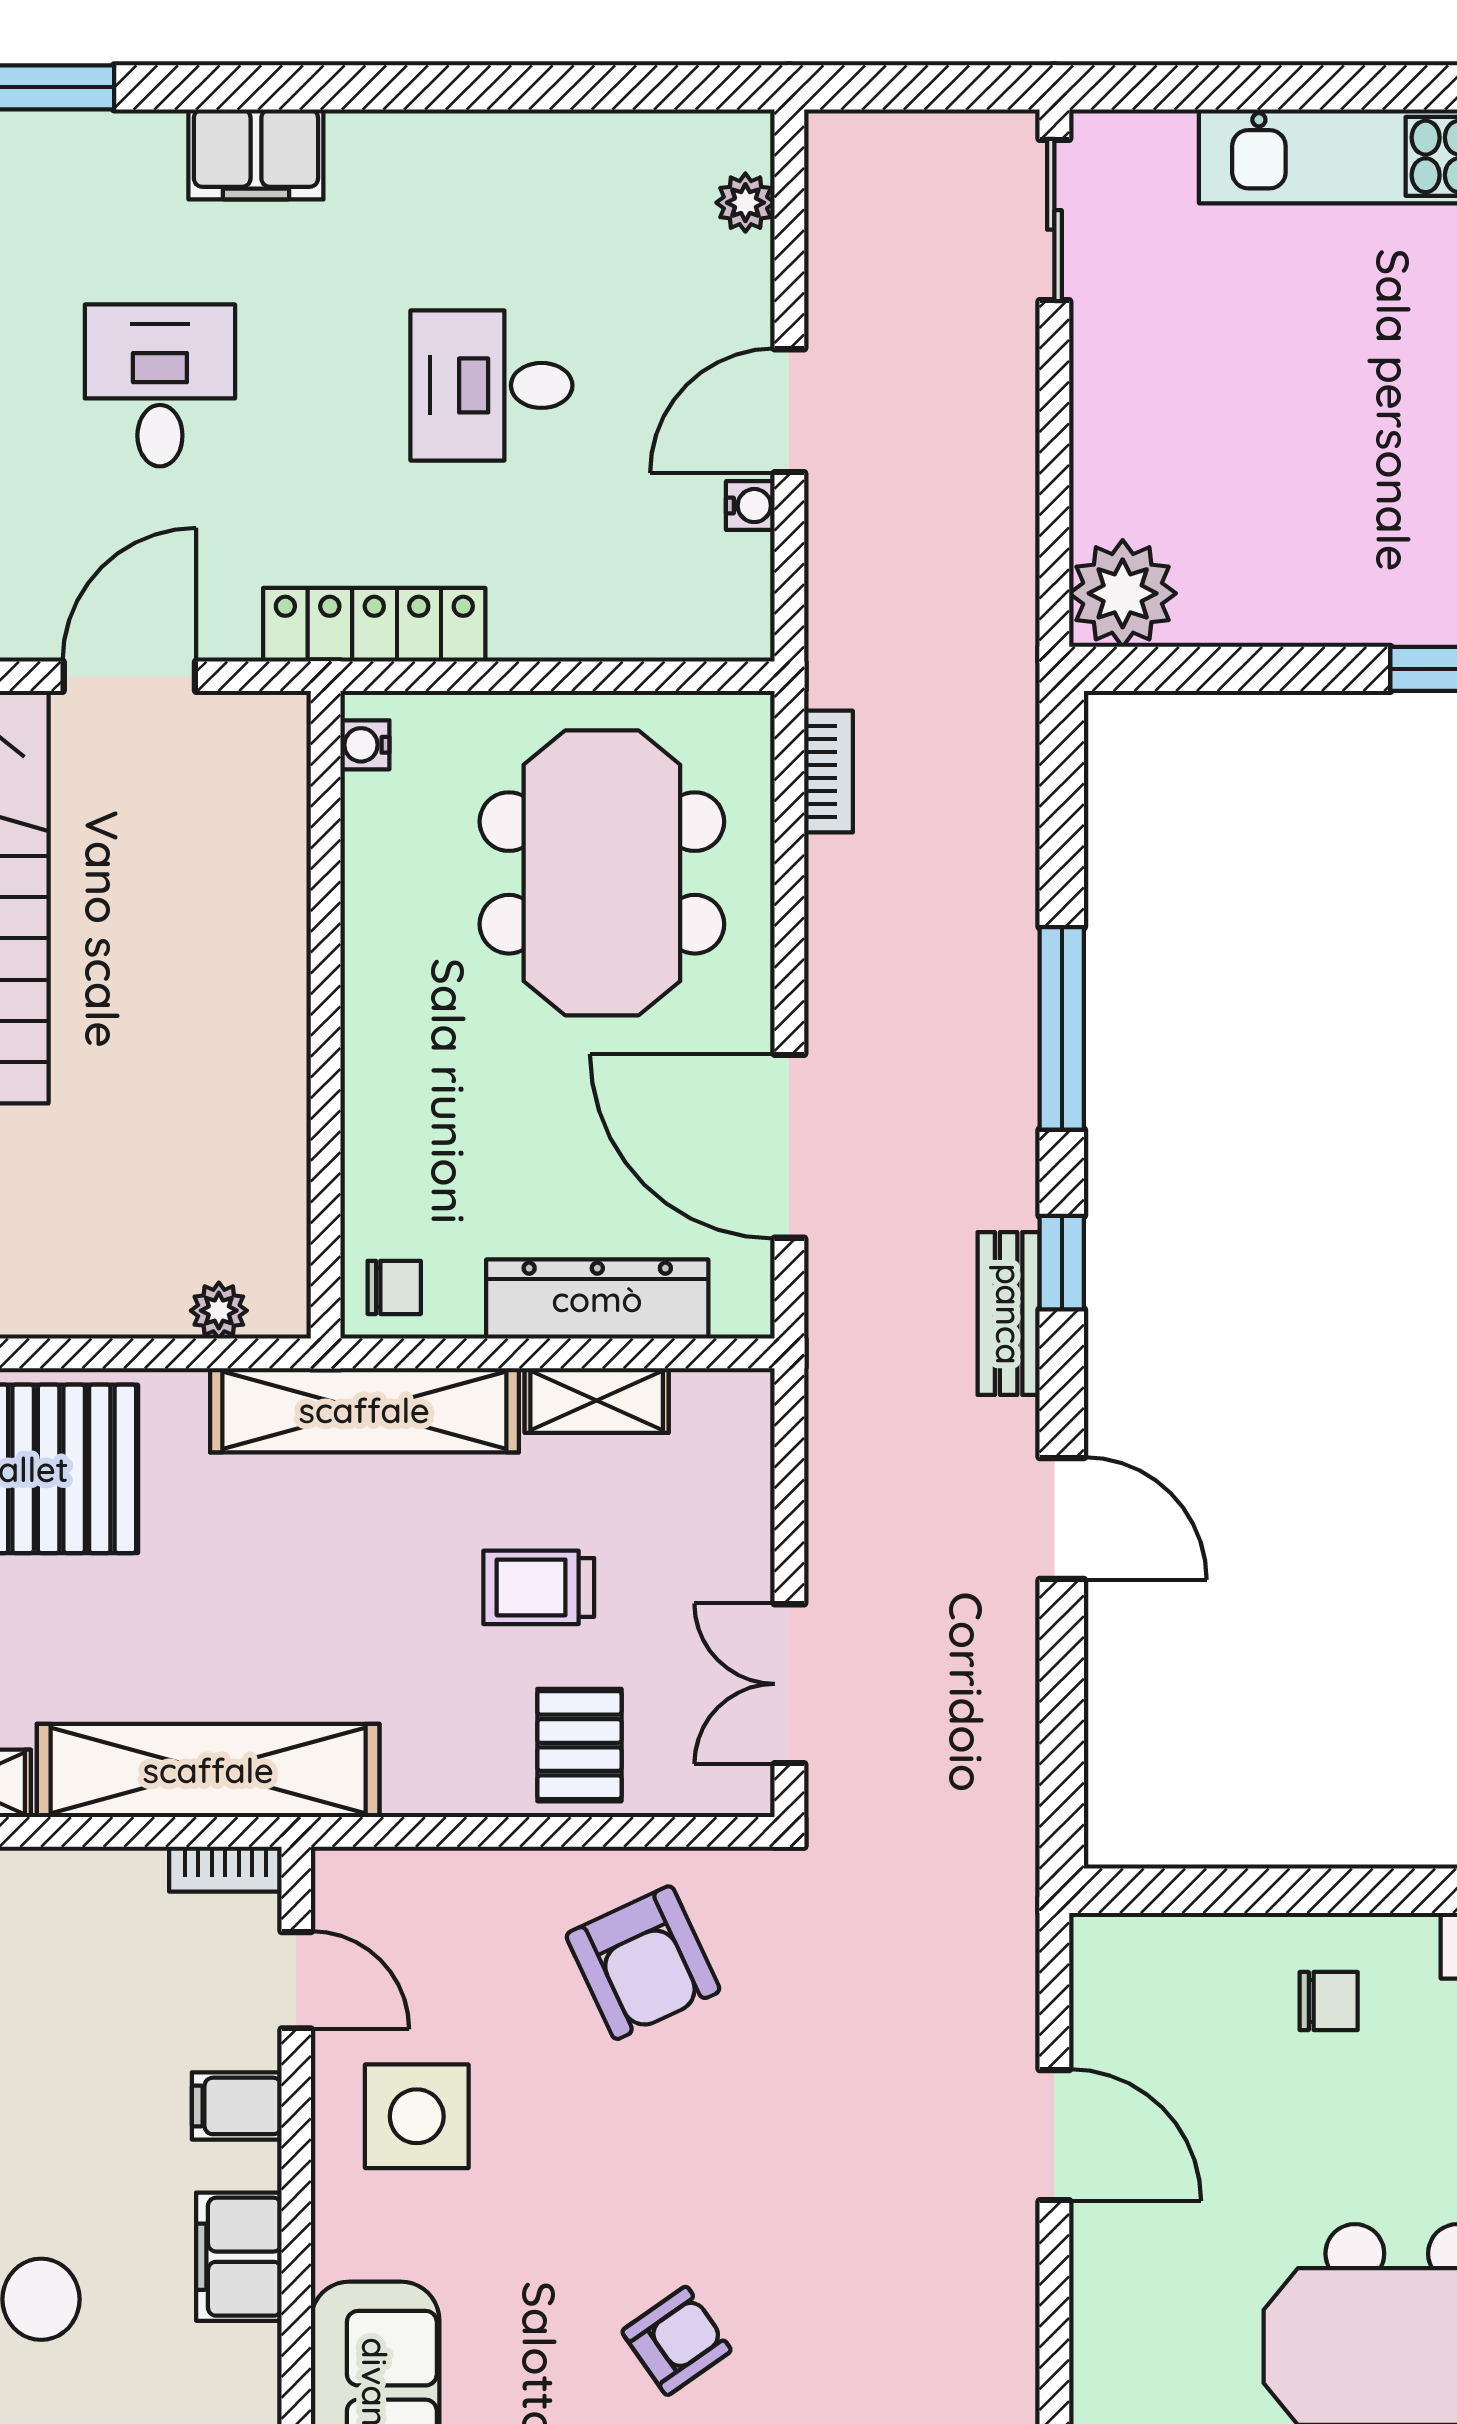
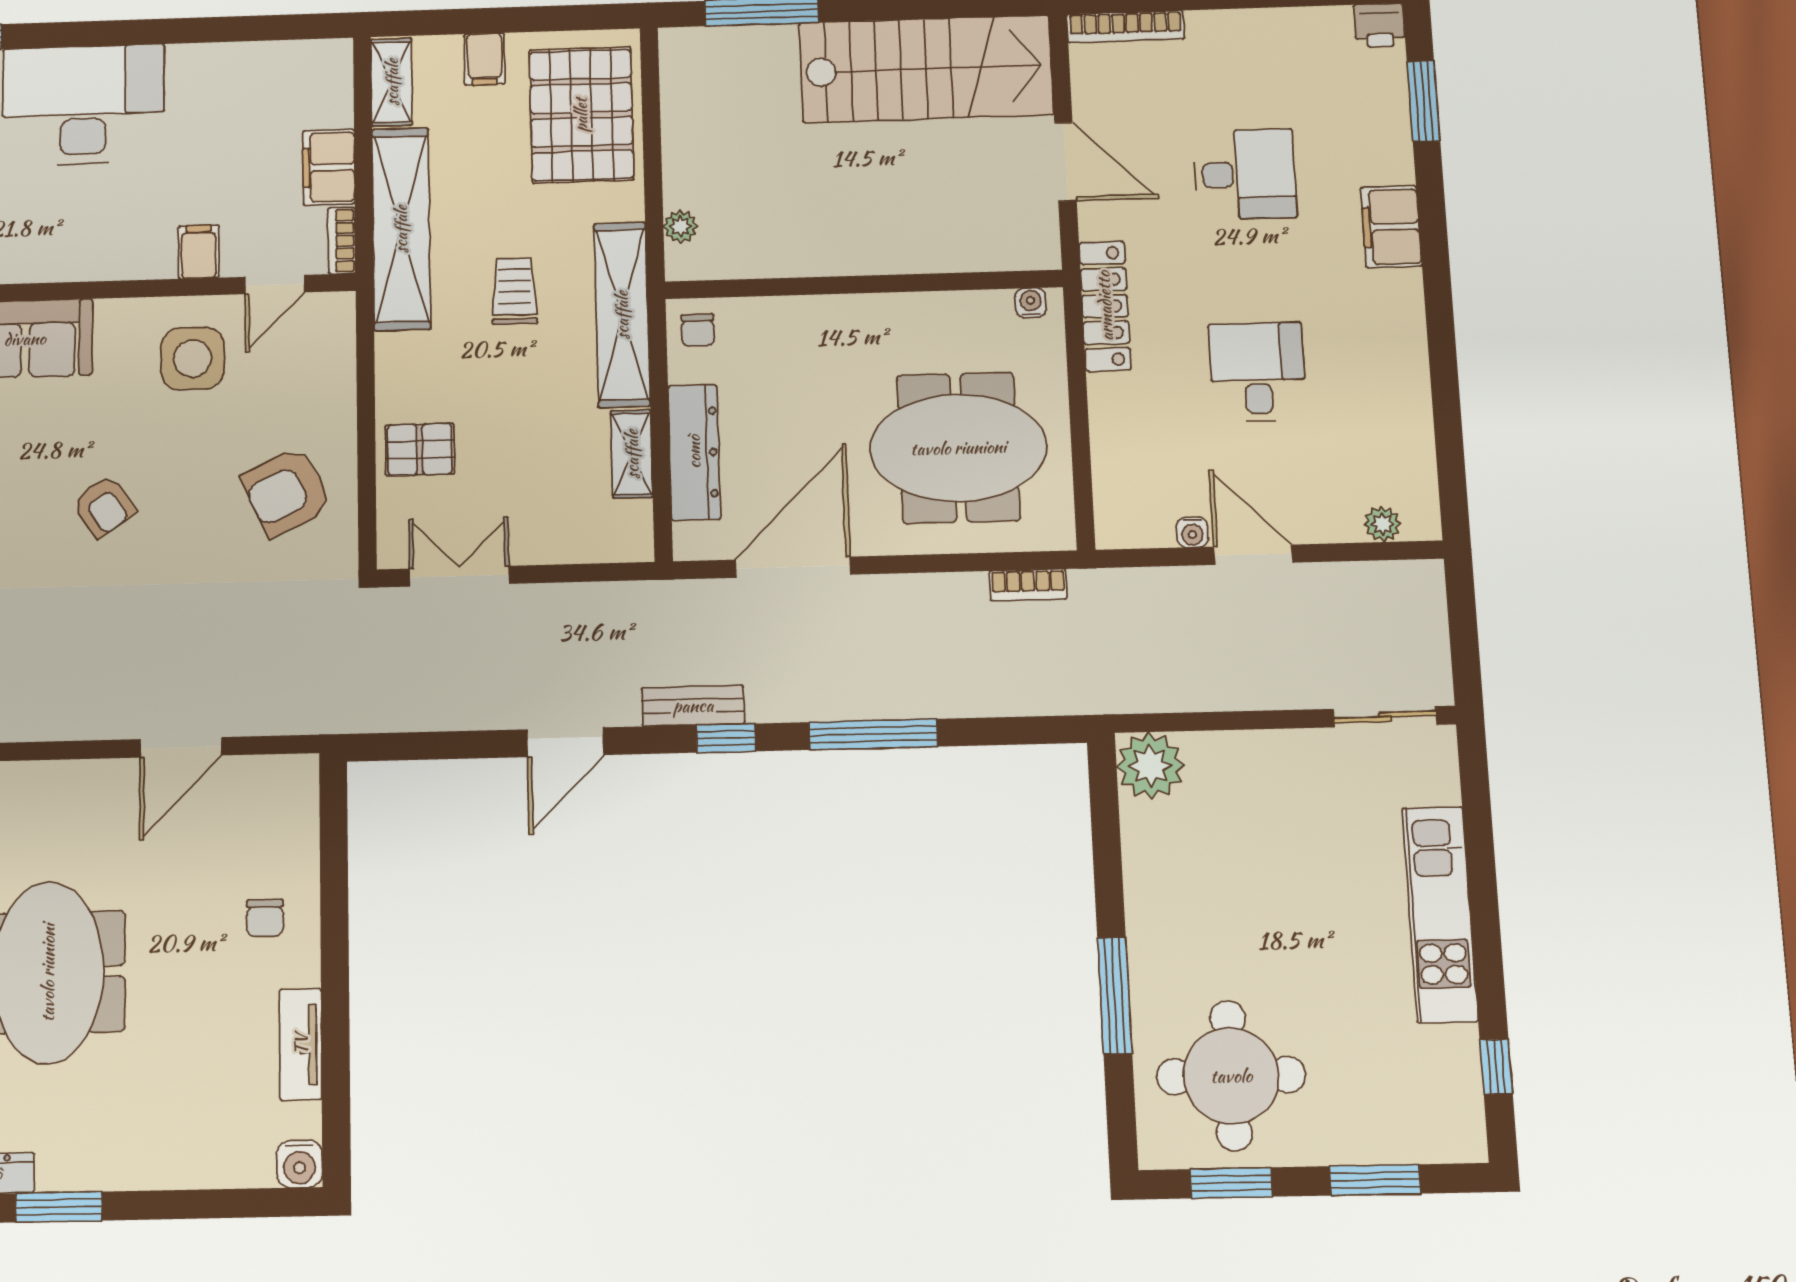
trolley: (539, 1587) -> (514, 291), moved
filing cabinet: (239, 2257) -> (329, 167), moved, turned -90
armchair: (677, 2341) -> (104, 506), moved

